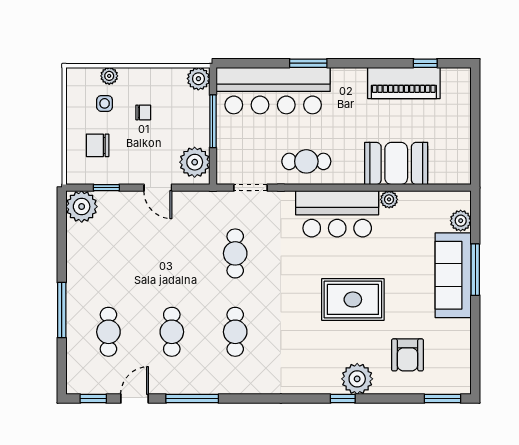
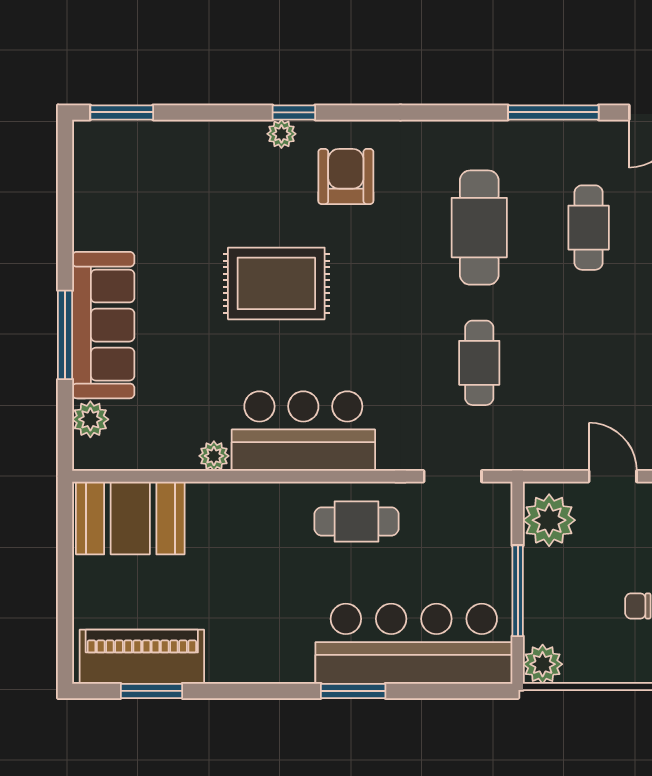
window: (425, 63) -> (151, 691), width x1.50
piano: (404, 83) -> (142, 657), moved
booth: (396, 163) -> (130, 518), moved
cafe table: (235, 332) -> (479, 228), width x1.37, depth x1.35
armchair: (407, 355) -> (346, 176), moved
plant: (357, 379) -> (281, 134), width x0.53, depth x0.53

